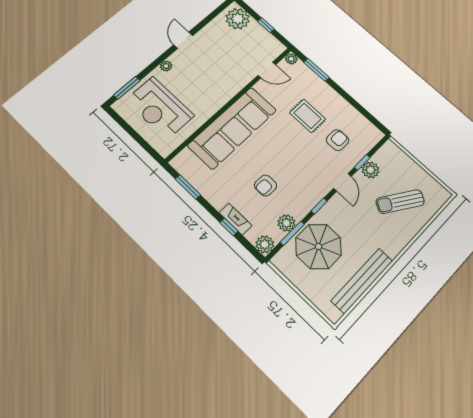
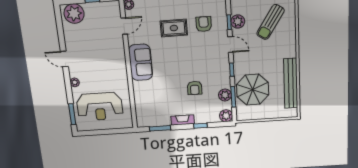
sofa: (232, 128) -> (141, 62), width x0.54, depth x0.79
fireplace: (236, 219) -> (183, 120), moved

